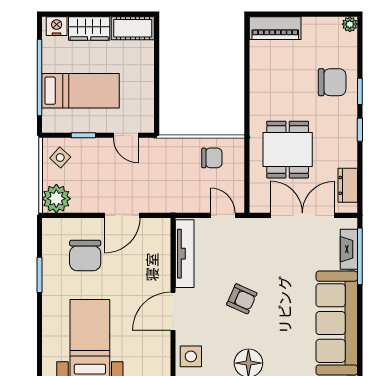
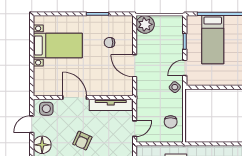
side table: (60, 158) -> (175, 87), moved
chair: (85, 255) -> (110, 43), width x0.54, depth x0.54

